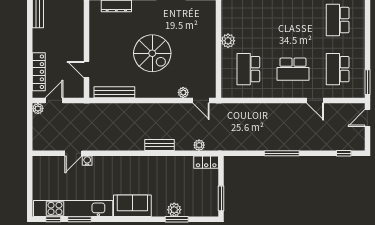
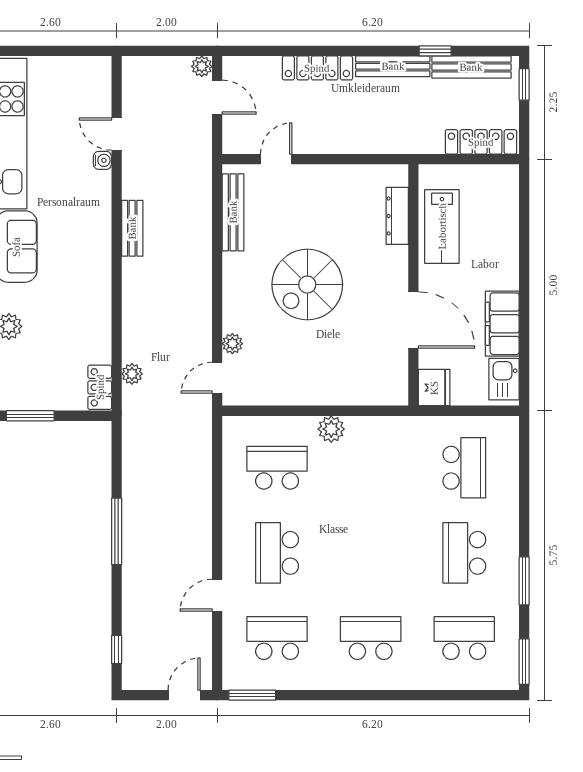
locker: (39, 72) -> (317, 68), moved
door: (367, 118) -> (184, 695), hinge flipped
bench: (160, 145) -> (132, 228), moved

